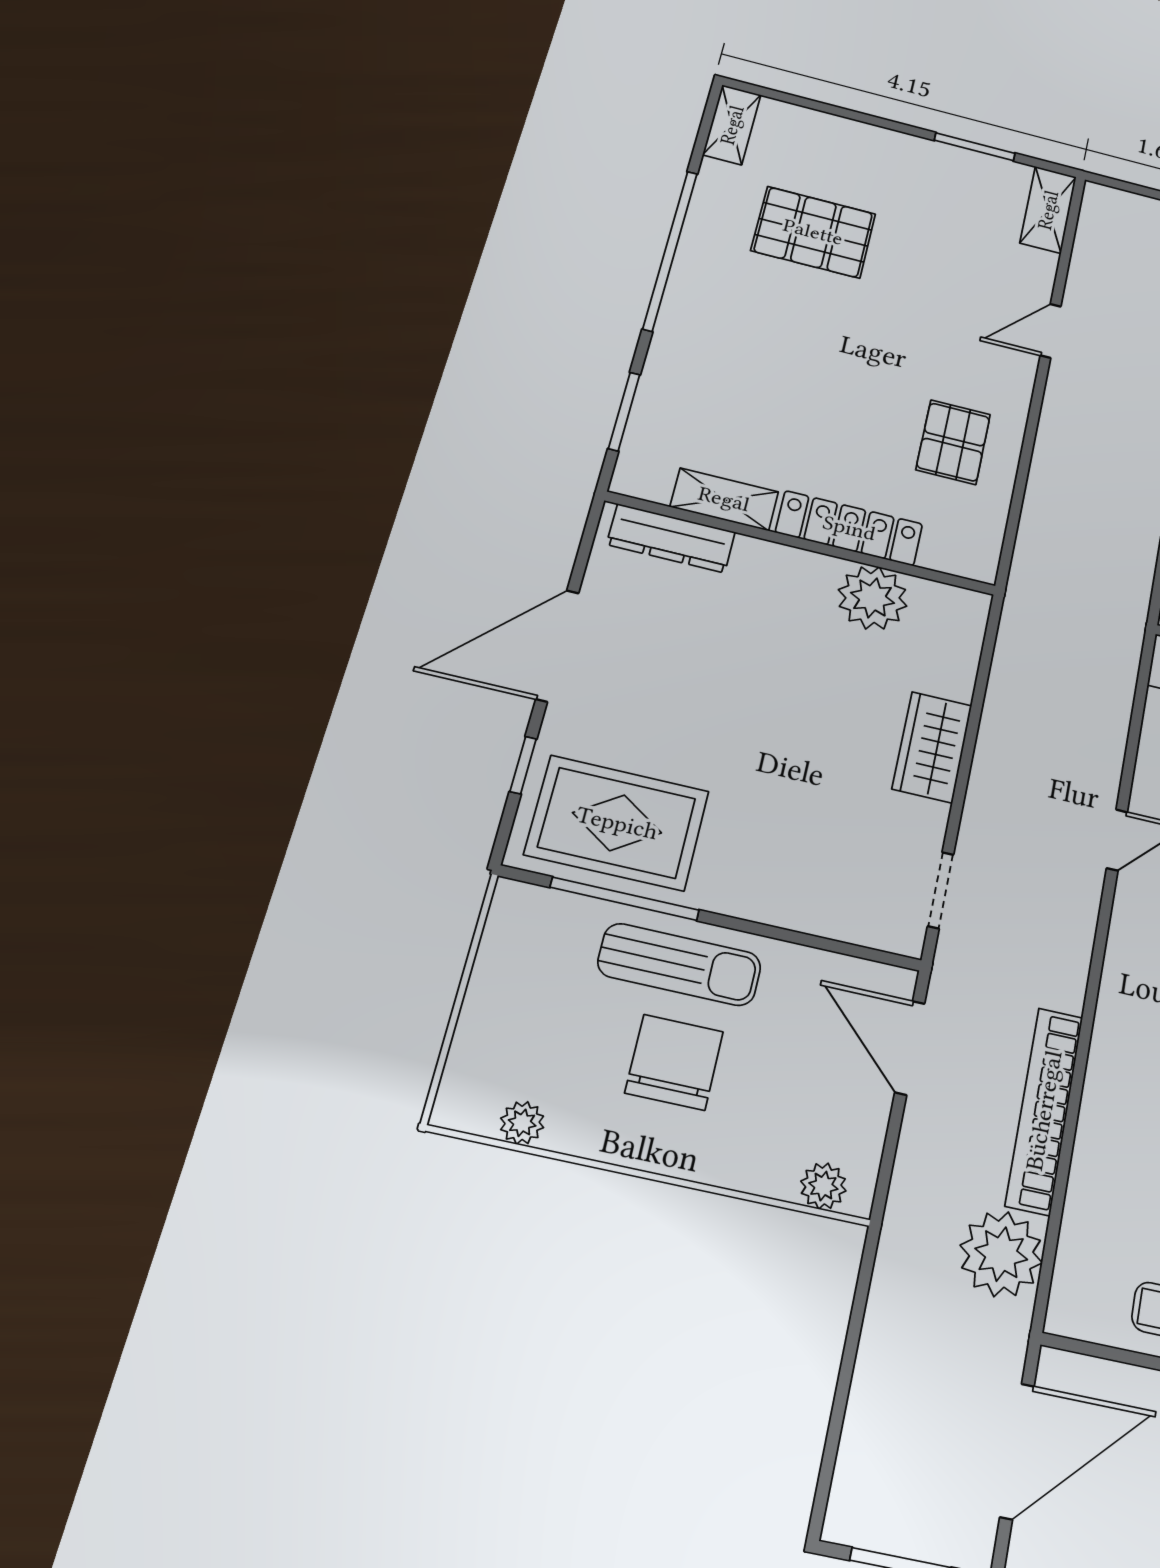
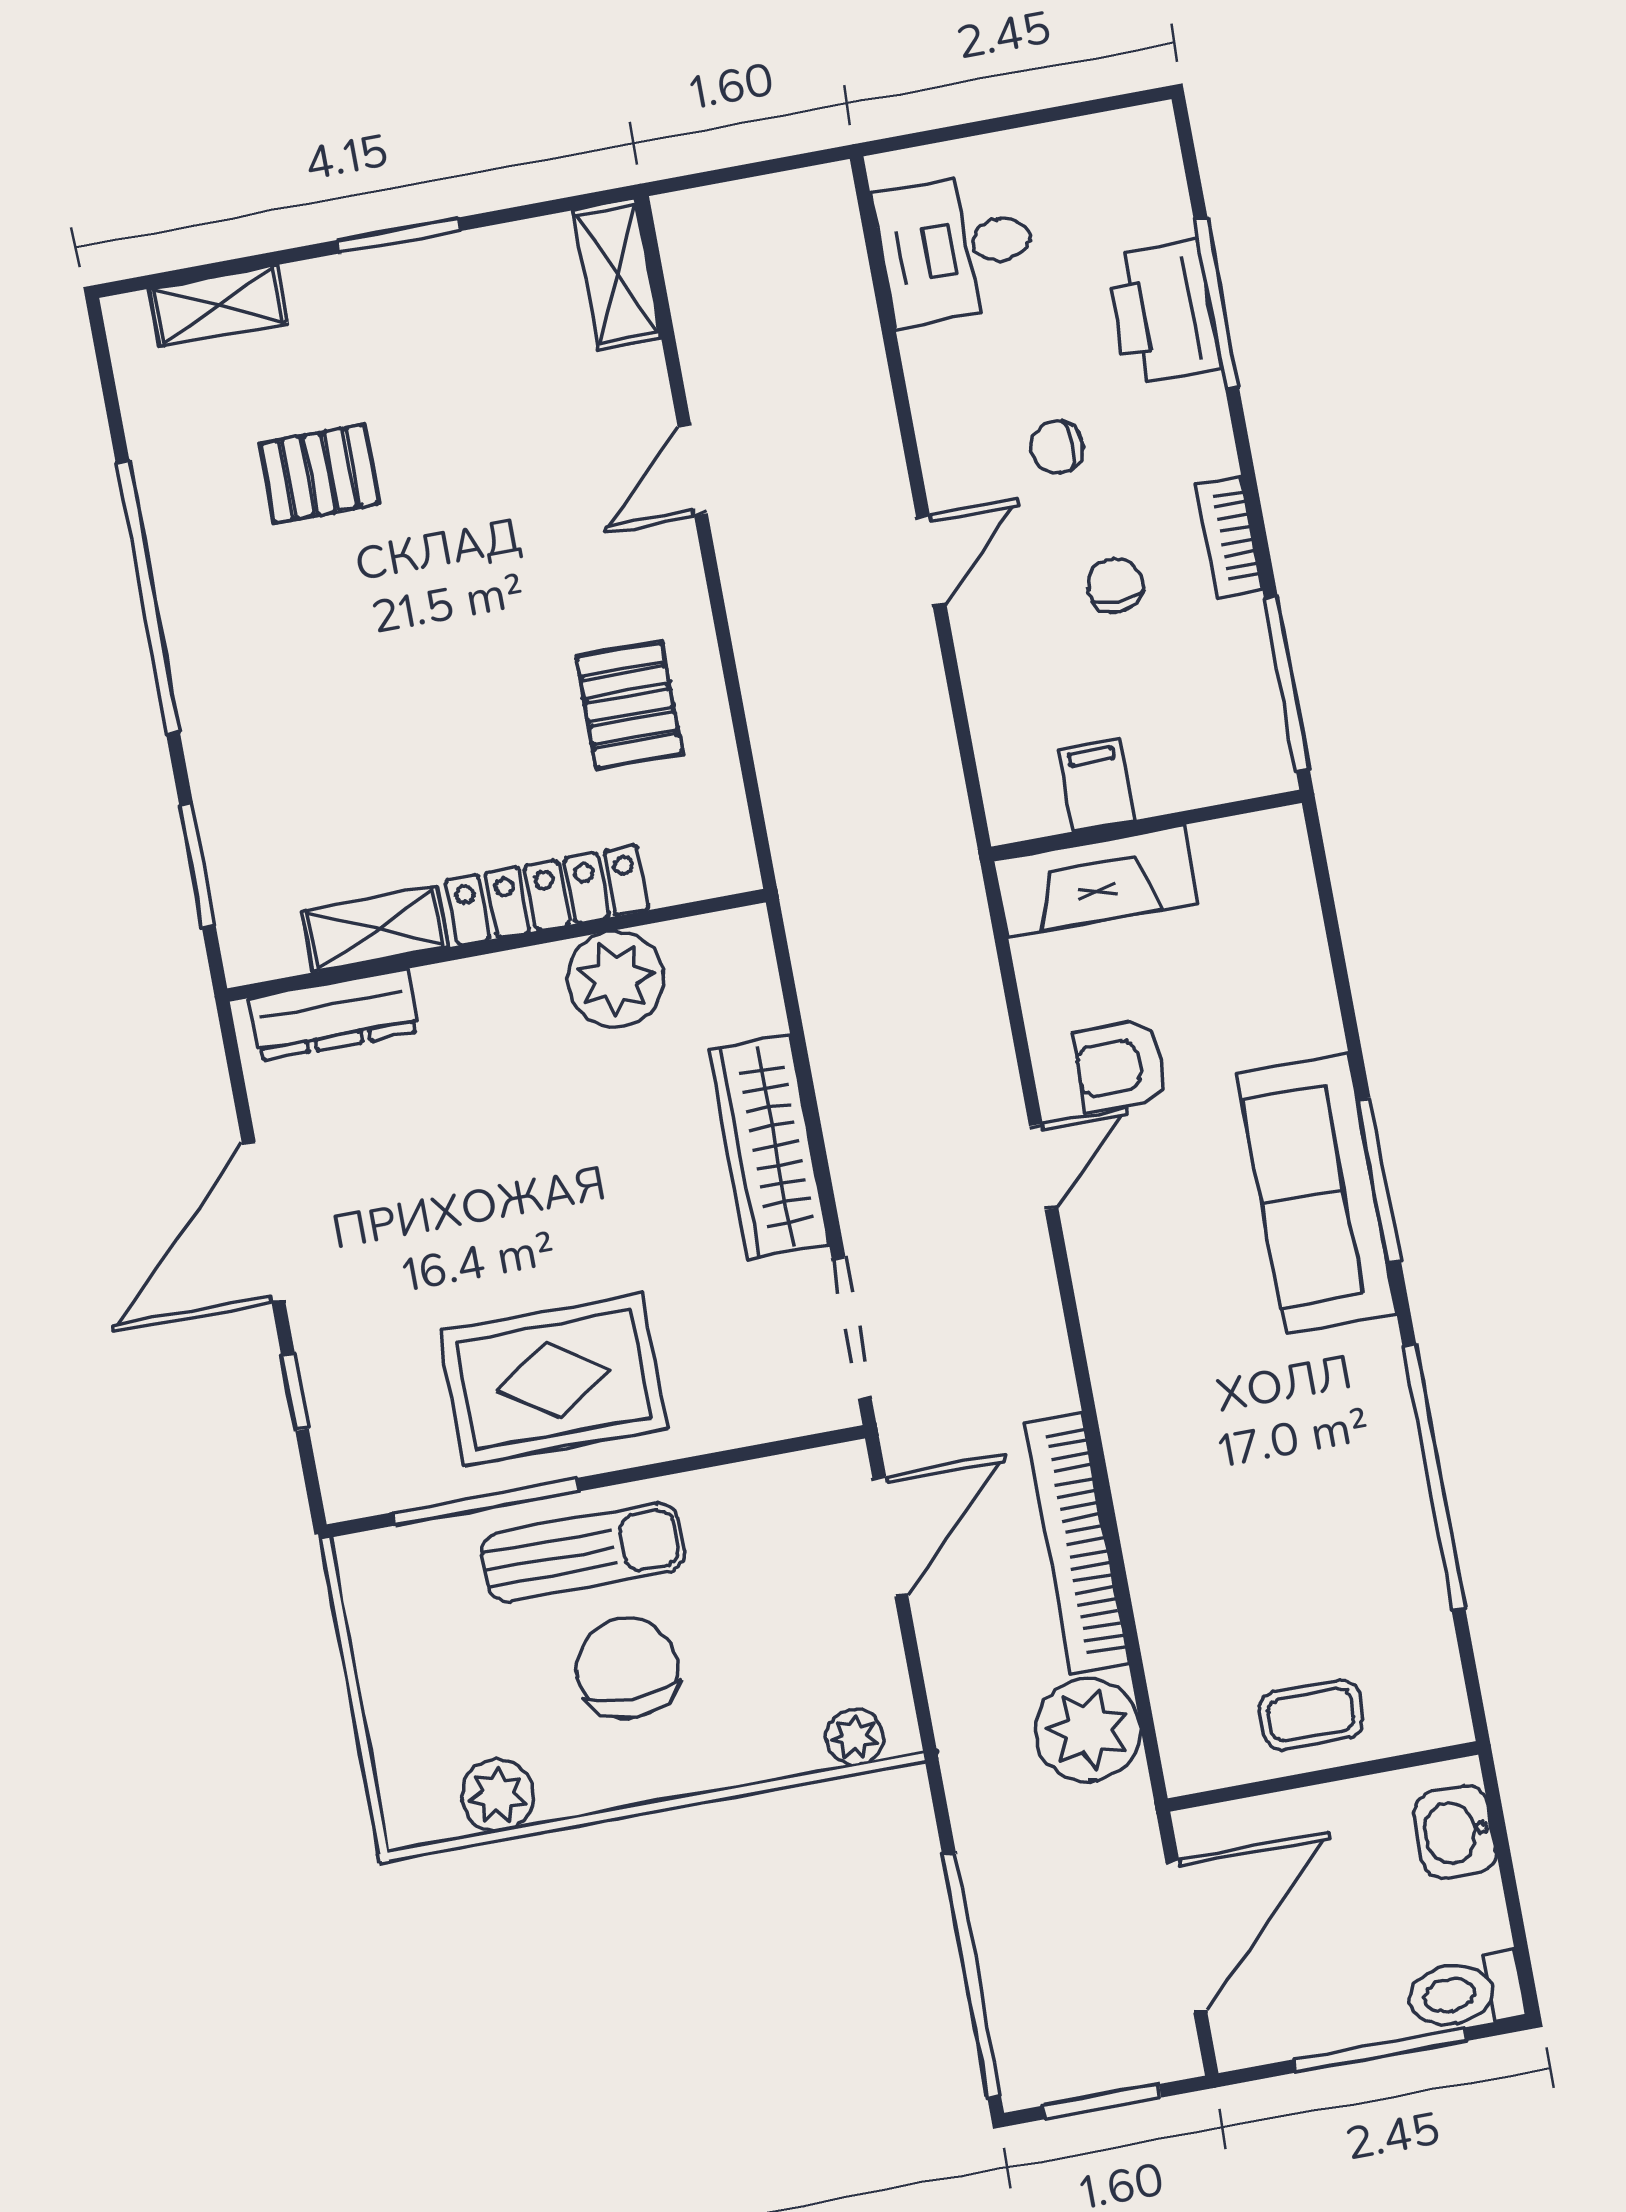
shelving: (732, 125) -> (218, 306), moved, turned 90
window: (975, 147) -> (399, 235), moved
pallet: (813, 232) -> (319, 474), width x0.67, depth x0.71
wardrobe: (932, 747) -> (769, 1147), width x1.50
rug: (617, 823) -> (553, 1380), moved
doorway: (941, 890) -> (852, 1328), width x1.38
door: (910, 1048) -> (890, 1536), swing flipped
plant: (522, 1123) -> (498, 1796), width x1.38, depth x1.38
window: (838, 1413) -> (972, 1975), added

